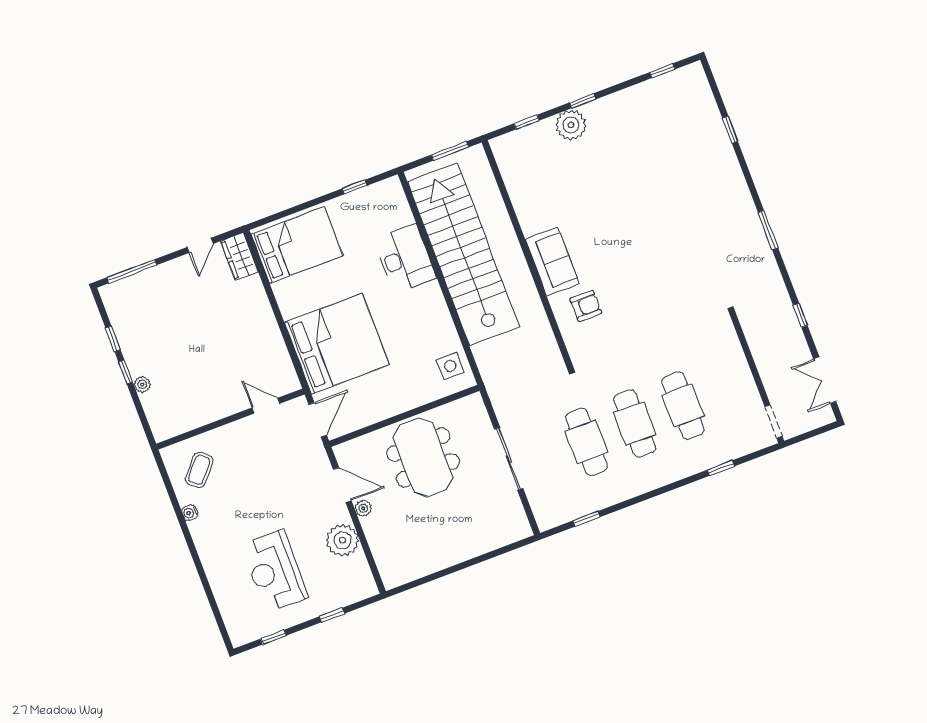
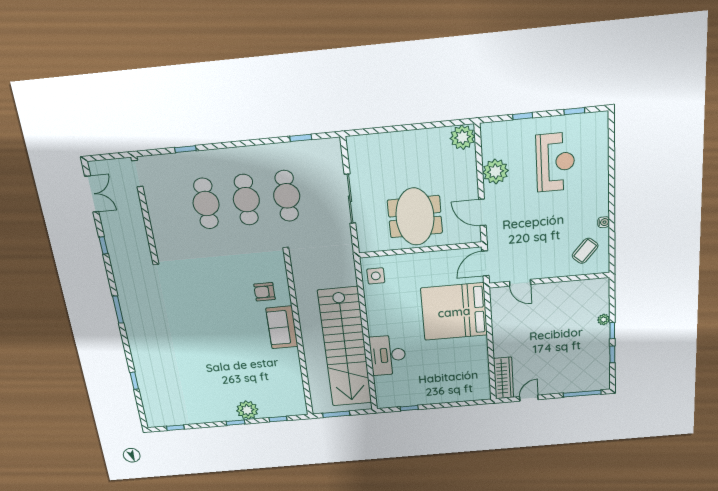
bed: (297, 245) -> (461, 382), removed
wardrobe: (239, 256) -> (504, 378), width x1.50
plant: (363, 508) -> (463, 137), moved, width x1.88, depth x1.88

